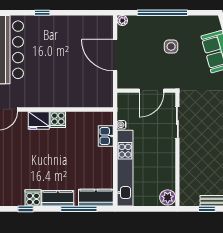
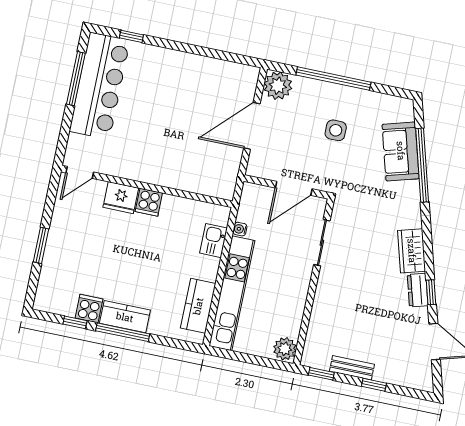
window: (42, 13) -> (131, 36), moved
plant: (122, 21) -> (278, 86), width x1.88, depth x1.88
door: (115, 55) -> (252, 126), hinge flipped
kitchen counter: (96, 198) -> (198, 306), moved, turned -90
window: (79, 209) -> (123, 332), moved
window: (207, 209) -> (321, 374), moved

